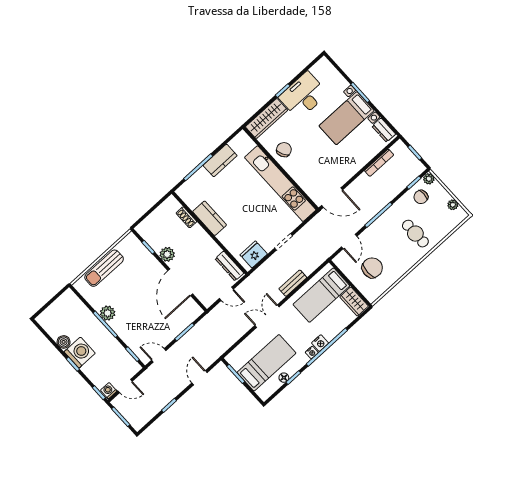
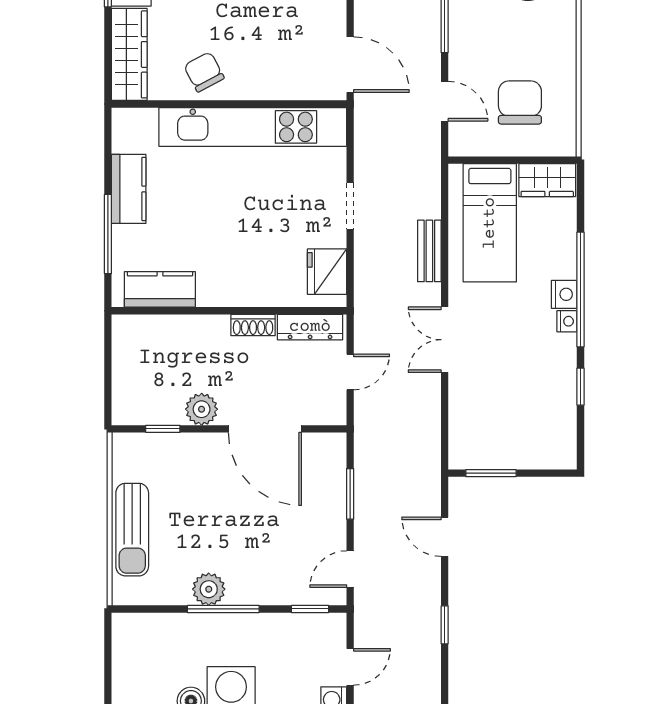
door: (332, 198) -> (350, 65), hinge flipped
shoe rack: (186, 217) -> (253, 325), moved
kitchen counter: (210, 218) -> (160, 289), moved
bed: (266, 363) -> (518, 408), removed
floor lamp: (284, 378) -> (567, 402), removed

